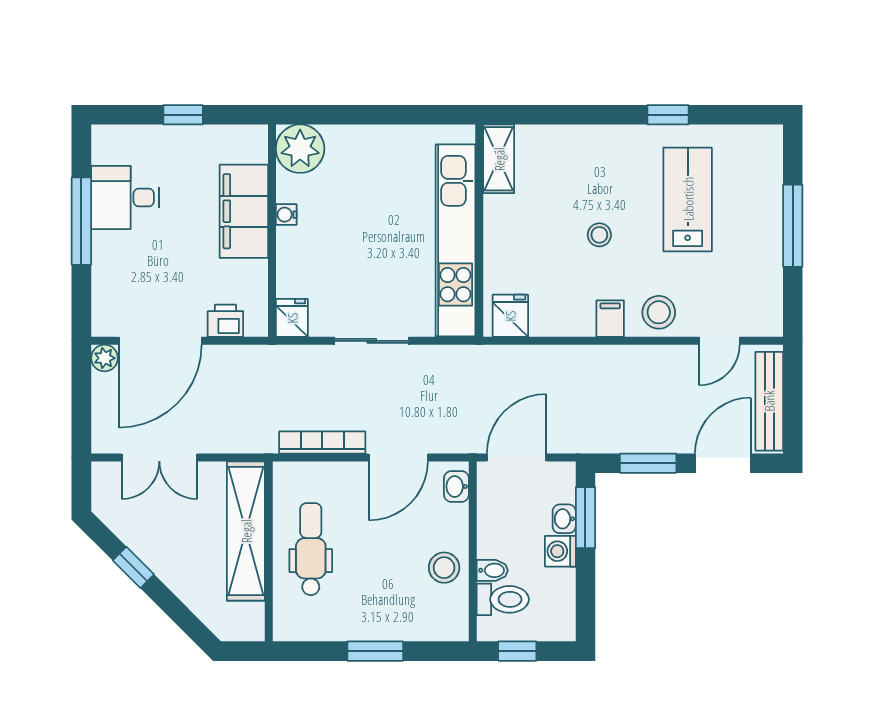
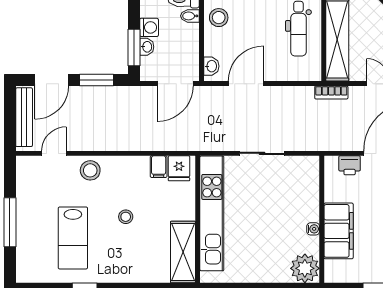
shelving: (499, 159) -> (183, 252), width x1.50, depth x1.33
fridge: (292, 318) -> (310, 167), removed
filing cabinet: (610, 319) -> (159, 167), moved
bookcase: (322, 442) -> (331, 92), moved, width x0.64

